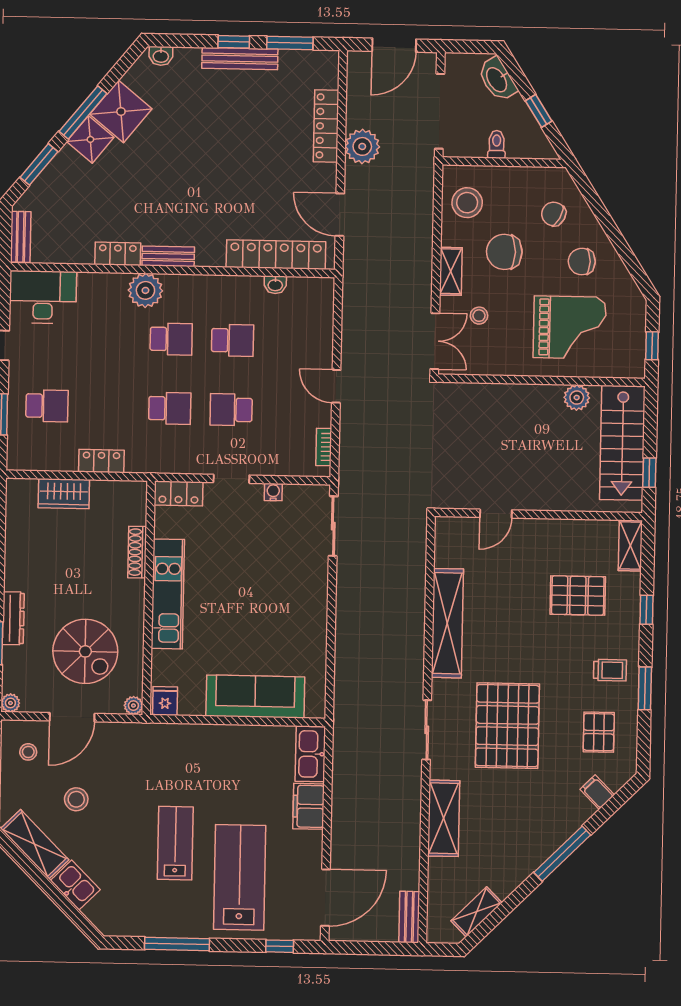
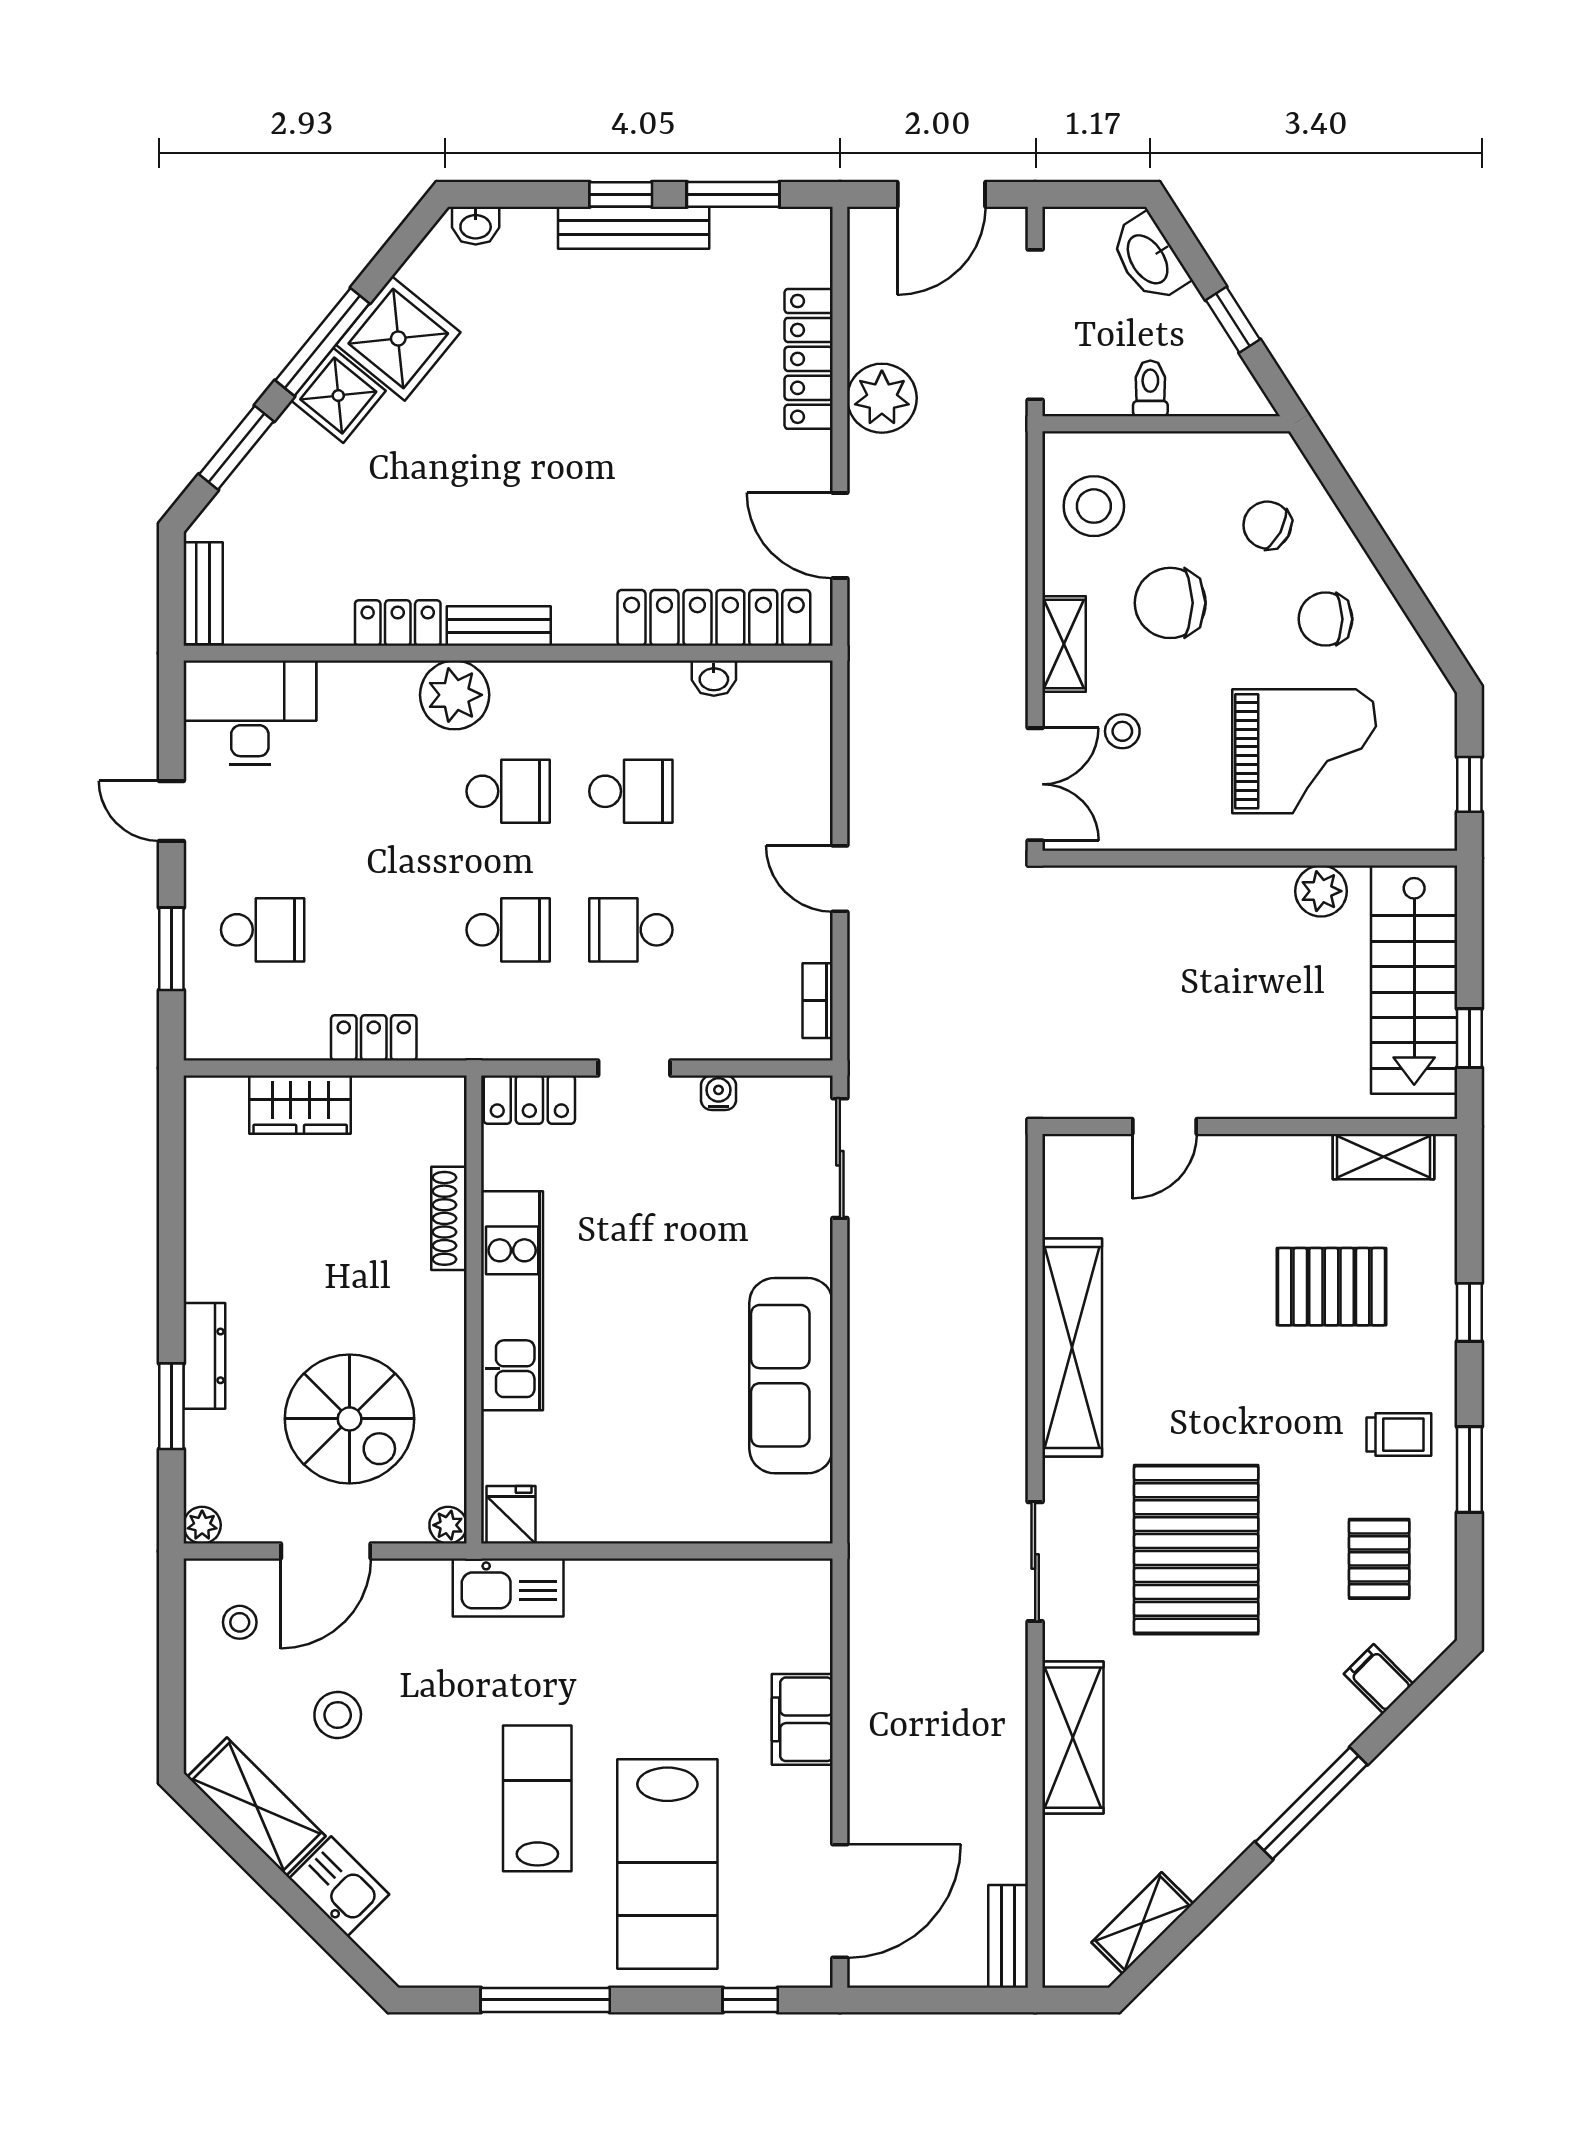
shelving: (630, 545) -> (1383, 1157), moved, turned 90
sofa: (255, 697) -> (791, 1376), moved, turned -90
kitchen sink: (310, 754) -> (508, 1587), moved, turned -90
lab bench: (240, 877) -> (667, 1864), turned 180

